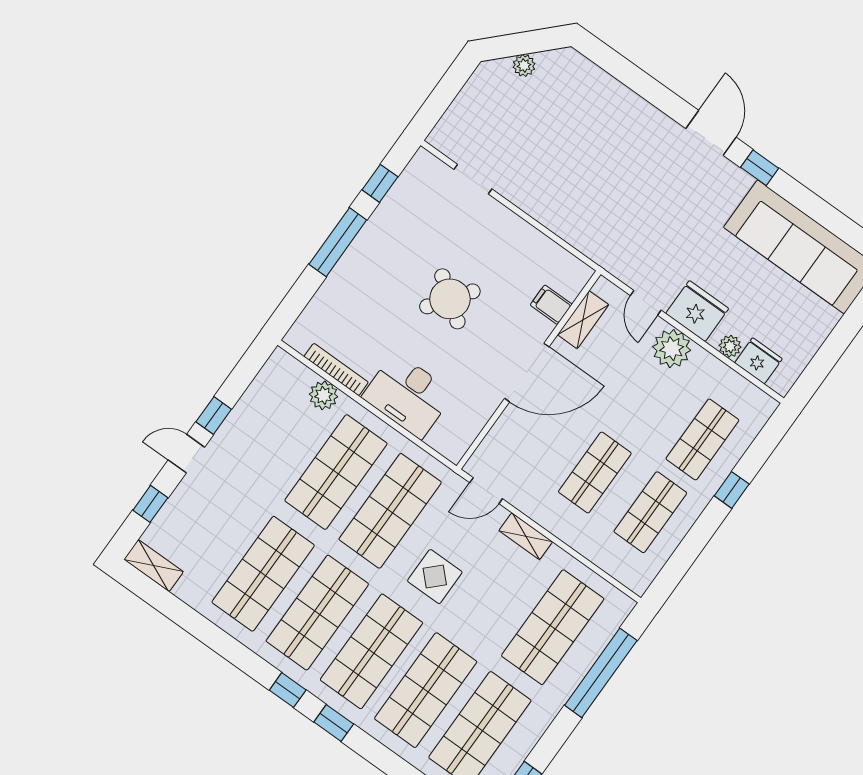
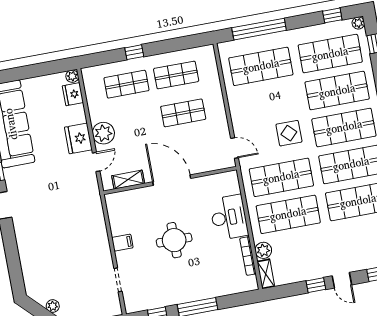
round table: (450, 299) -> (174, 240), turned -36
filing cabinet: (551, 305) -> (122, 243), moved, turned -90
plant: (730, 346) -> (72, 76), moved
shelving: (526, 536) -> (266, 274), moved

